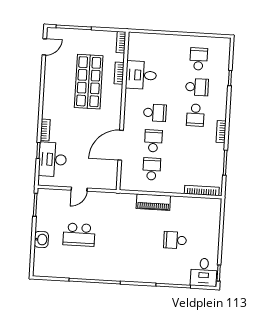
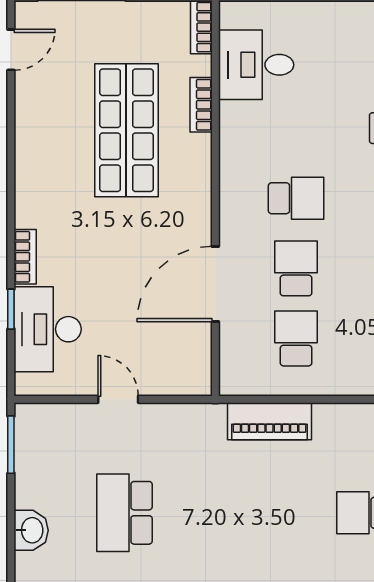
desk: (141, 75) -> (256, 65), moved
door: (79, 189) -> (118, 399), swing flipped
piano: (153, 202) -> (270, 421), moved
school desk: (79, 235) -> (124, 513), turned 90

